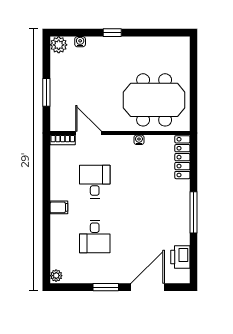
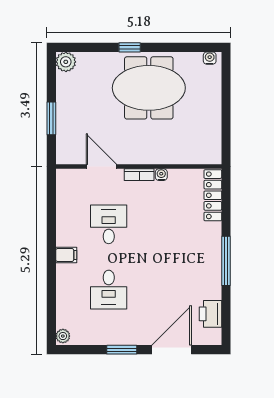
water cooler: (80, 42) -> (210, 58), moved
meeting table: (154, 100) -> (149, 88), moved
bookcase: (63, 140) -> (139, 175), moved

